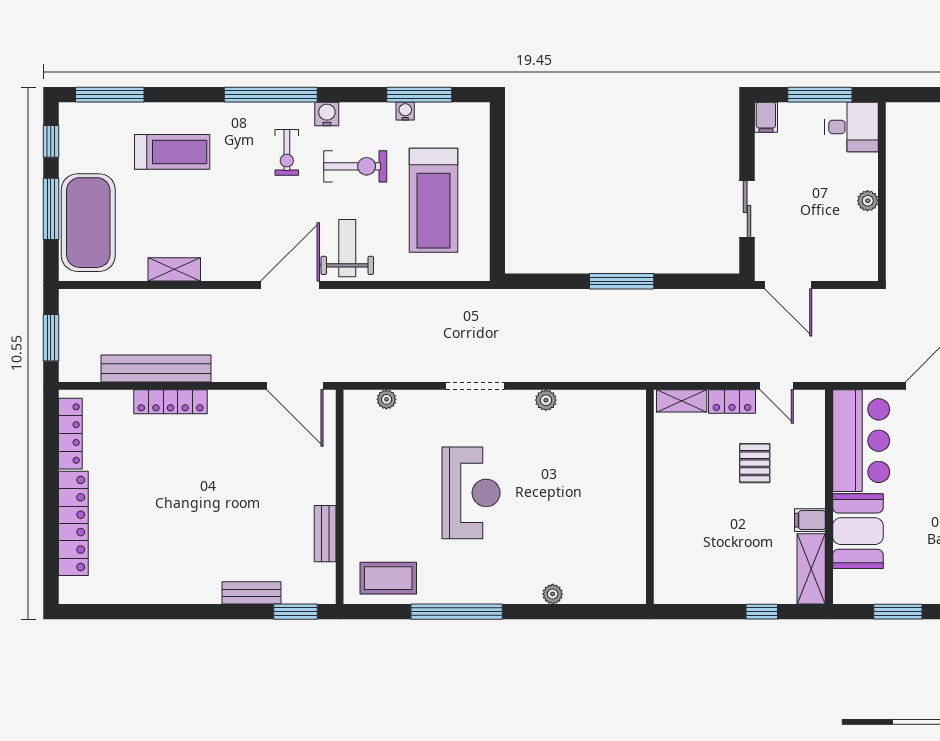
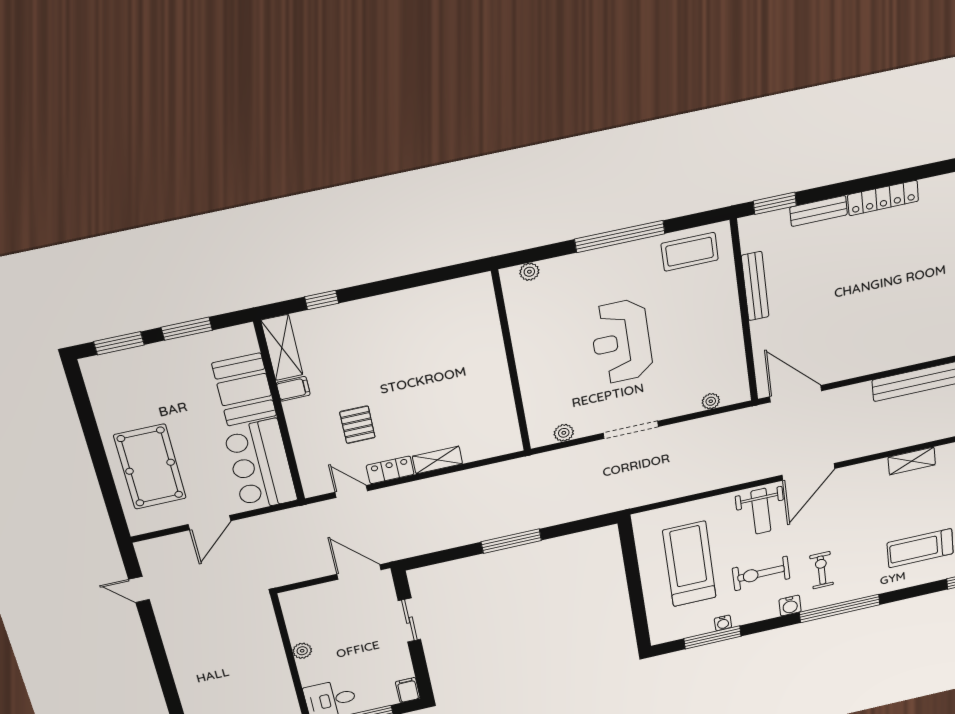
locker: (171, 402) -> (883, 198), moved, turned 180
wall: (650, 497) -> (511, 362), moved
bench: (325, 534) -> (755, 286), width x1.36

